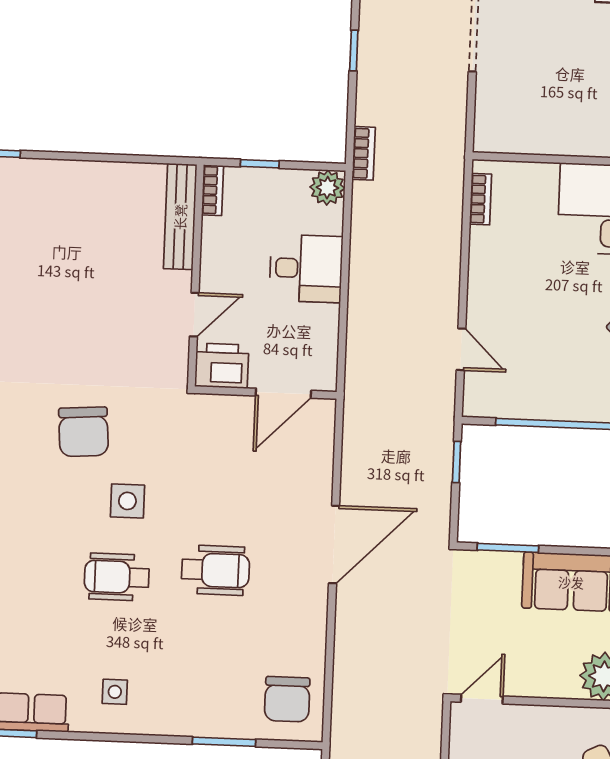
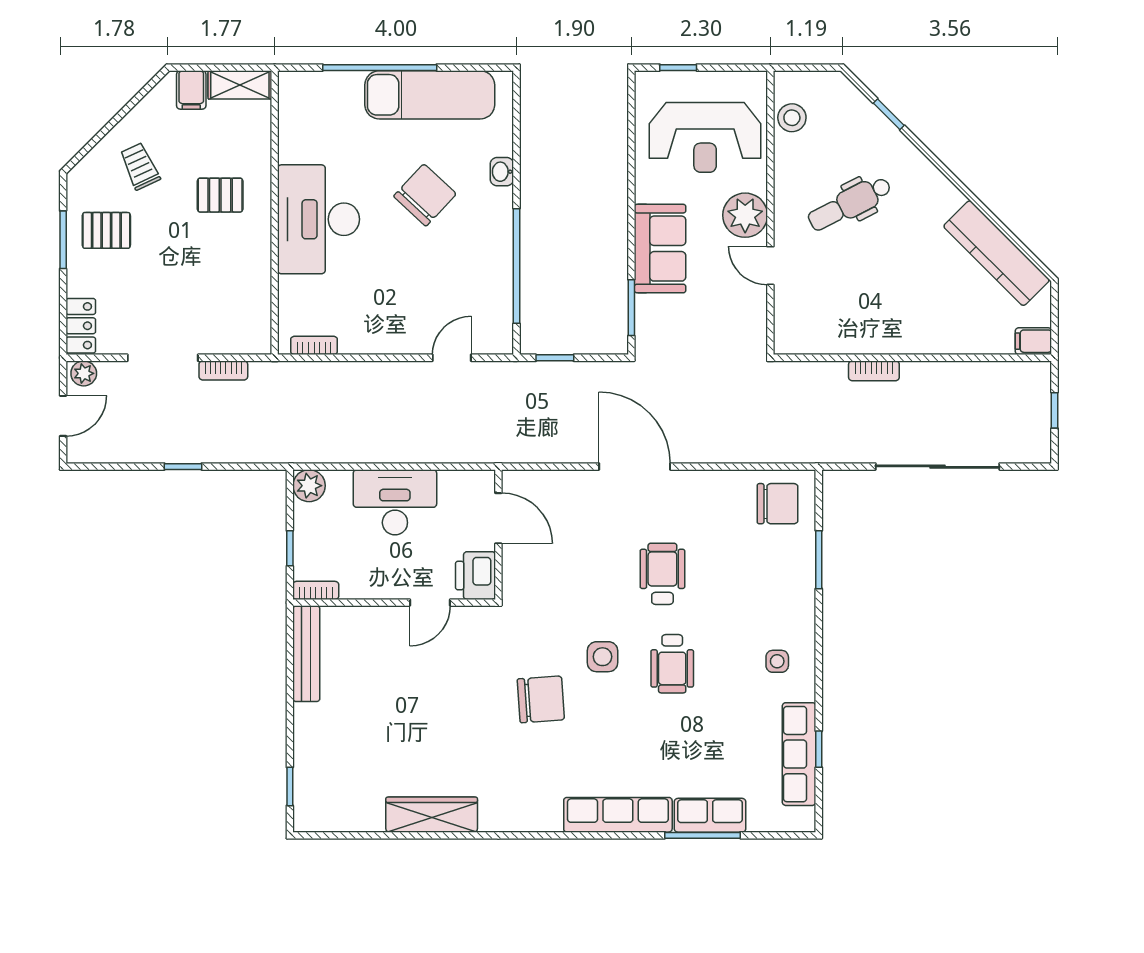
bookcase: (364, 153) -> (223, 370), moved, turned 180
bench: (180, 217) -> (306, 654), moved, turned 90
desk: (306, 268) -> (395, 502), width x1.37
door: (194, 315) -> (430, 603), swing flipped
door: (482, 699) -> (770, 266), moved

